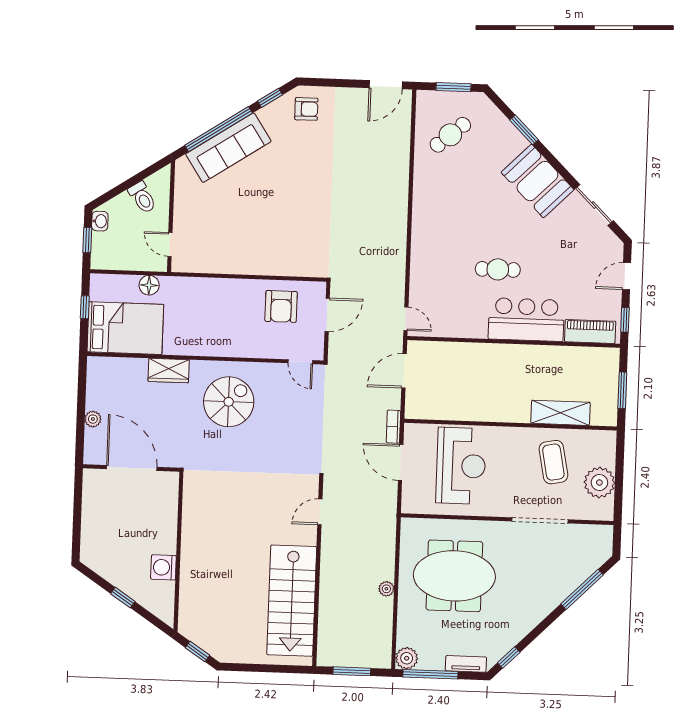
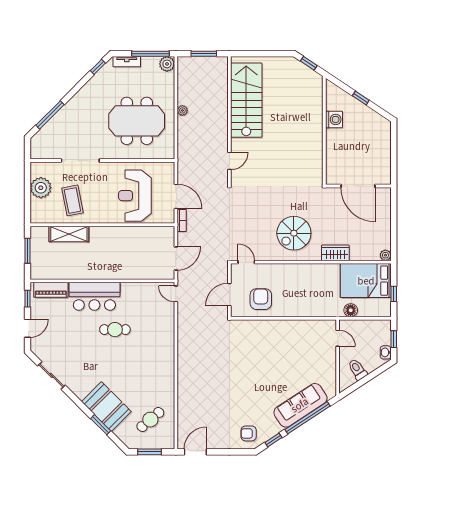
booth: (537, 181) -> (106, 407), moved
plant: (93, 419) -> (385, 255), moved

